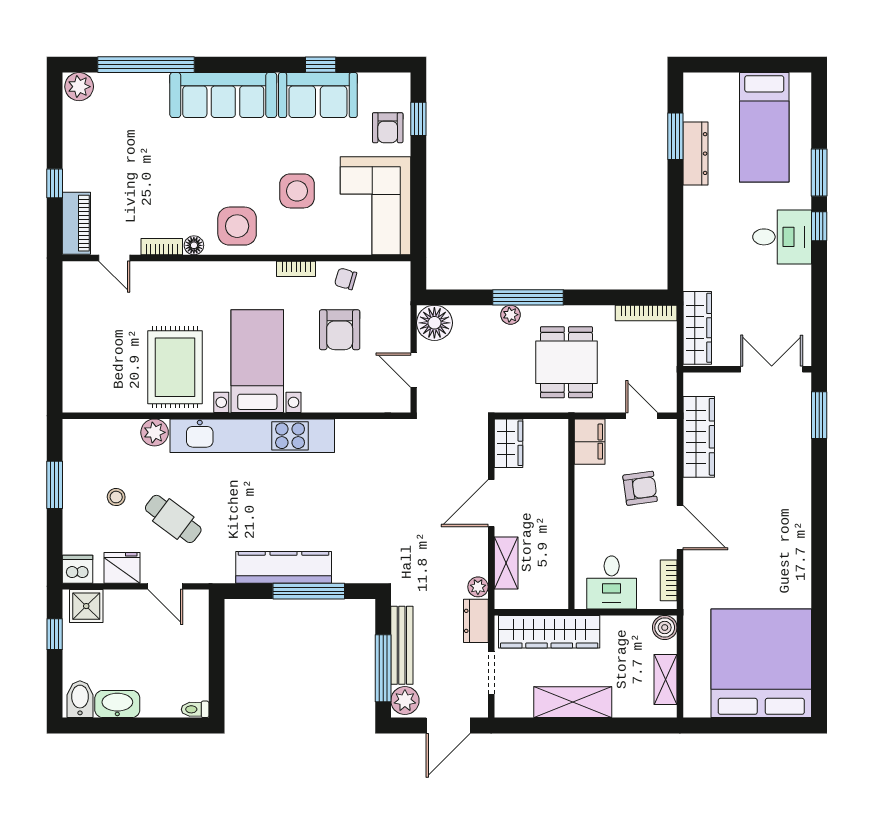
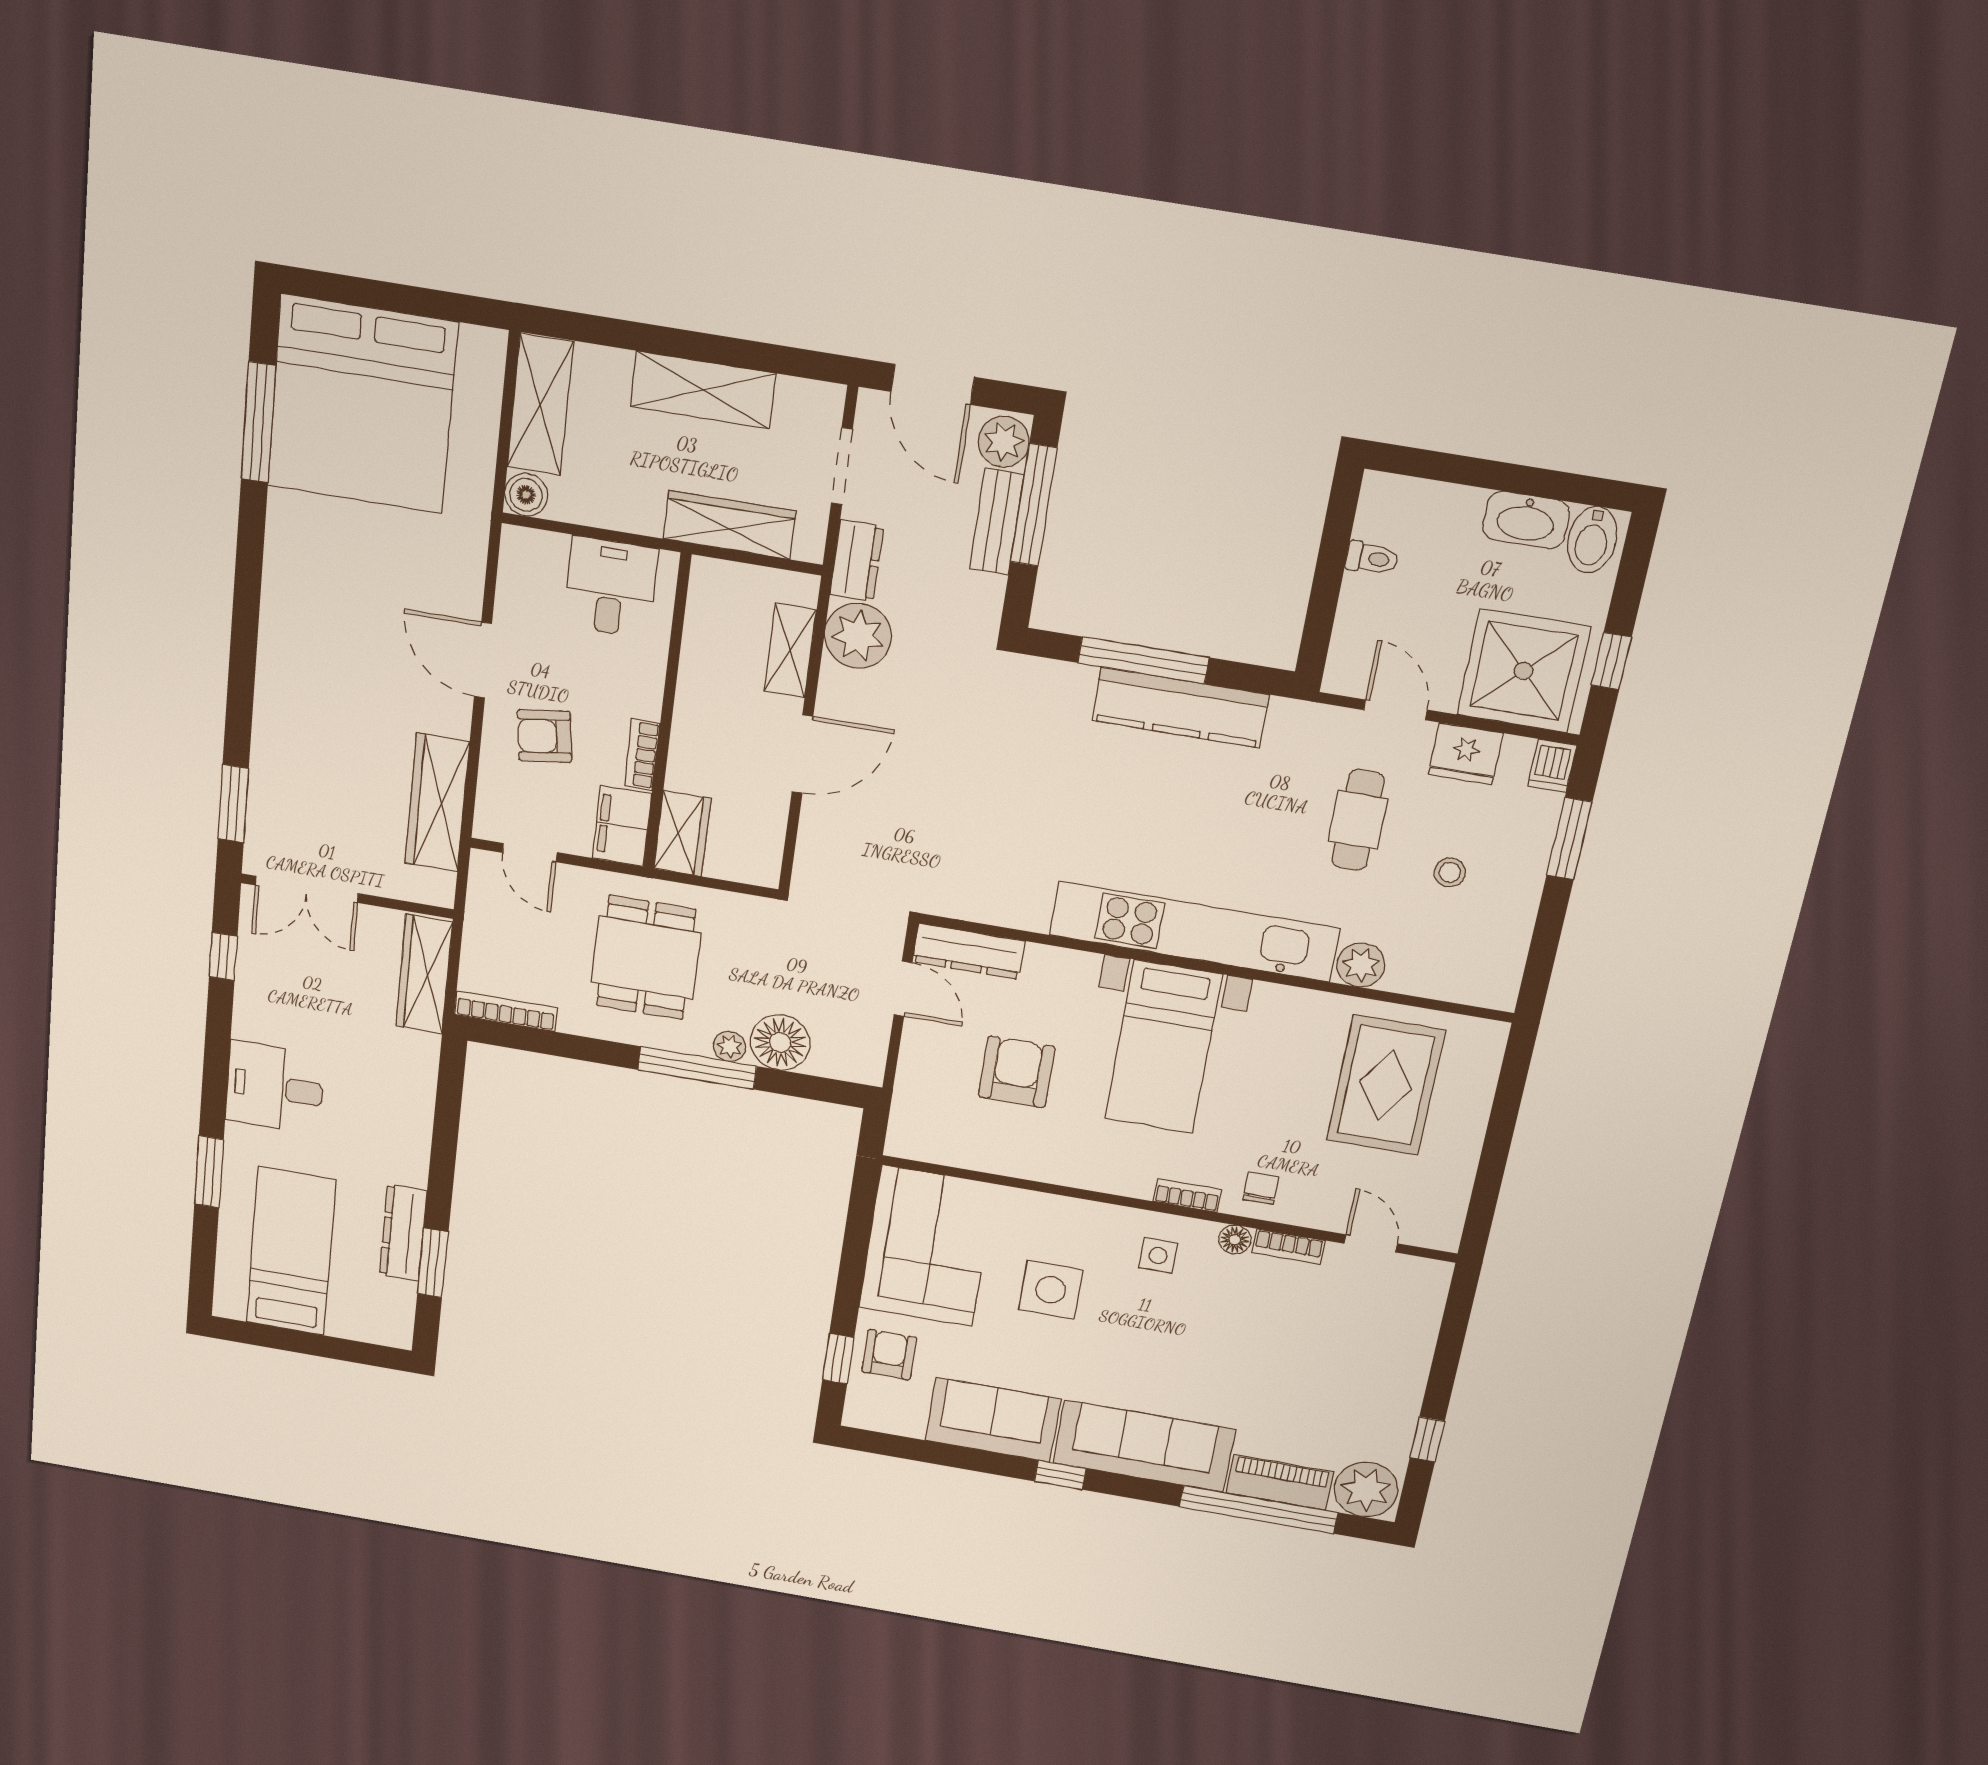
window: (321, 65) -> (1060, 1475), moved
plant: (79, 87) -> (1366, 1489), width x1.36, depth x1.36
window: (55, 183) -> (1427, 1439), moved
piano: (76, 223) -> (1280, 1482), moved, turned 90
side table: (237, 226) -> (1158, 1256), width x0.54, depth x0.54
window: (819, 226) -> (223, 956), moved
bookcase: (296, 269) -> (1187, 1195), moved
chair: (346, 279) -> (1261, 1188), moved, turned -106
floor lamp: (434, 323) -> (780, 1042), moved
rug: (175, 367) -> (1386, 1085), moved
dresser: (379, 400) -> (969, 951), added
wardrobe: (508, 443) -> (682, 834), moved, turned 180
window: (55, 485) -> (1569, 839), moved
cafe table: (173, 519) -> (1358, 820), turned 53
dishwasher: (78, 569) -> (1552, 766), width x0.73
bookcase: (669, 580) -> (642, 755), moved, turned 180
plant: (478, 587) -> (858, 636), width x1.87, depth x1.87
shower: (86, 606) -> (1524, 671), width x1.86, depth x1.86
wardrobe: (549, 632) -> (729, 525), width x0.71, depth x0.85
window: (819, 644) -> (258, 422), added
bench: (402, 645) -> (997, 522), width x0.73
shelving: (666, 679) -> (540, 405), width x1.50, depth x1.33
toilet: (195, 709) -> (1372, 558), moved
door: (448, 725) -> (933, 384), swing flipped

